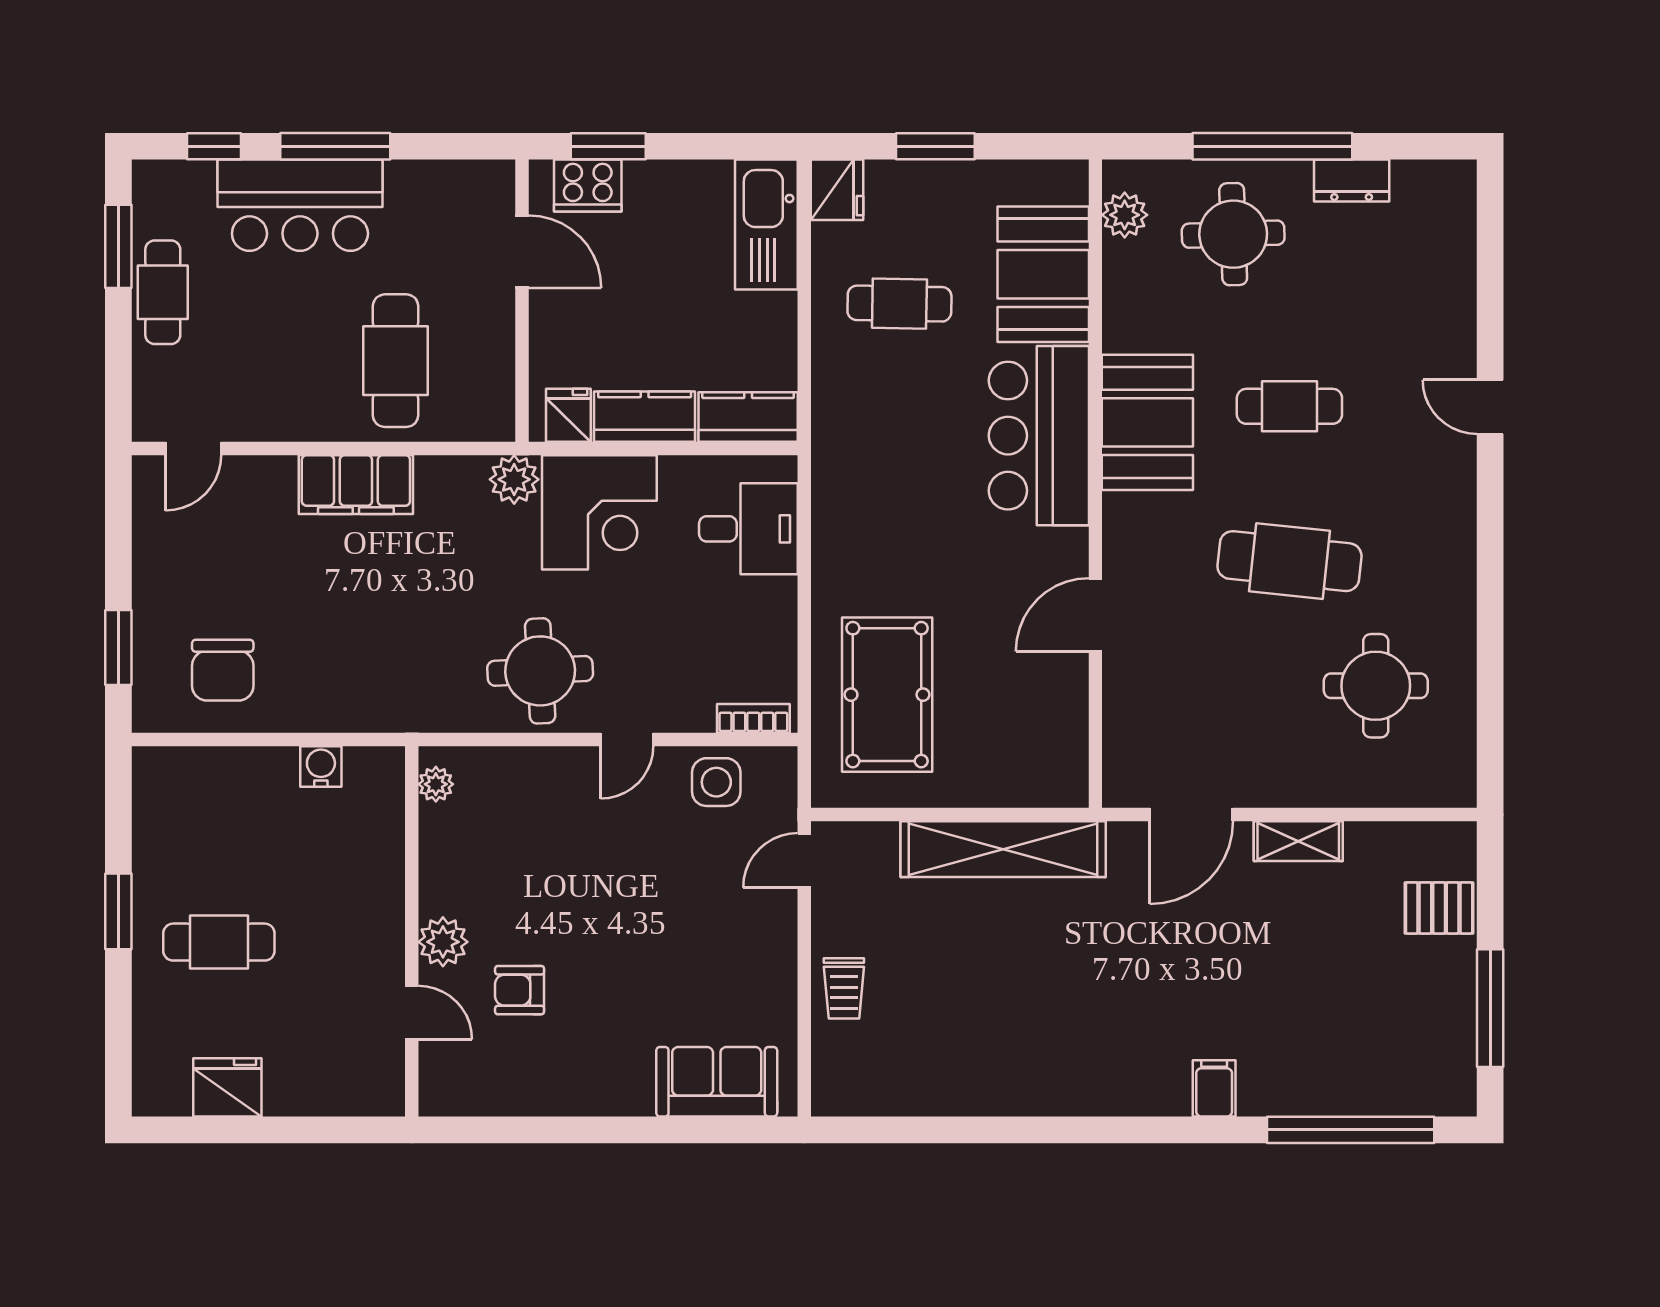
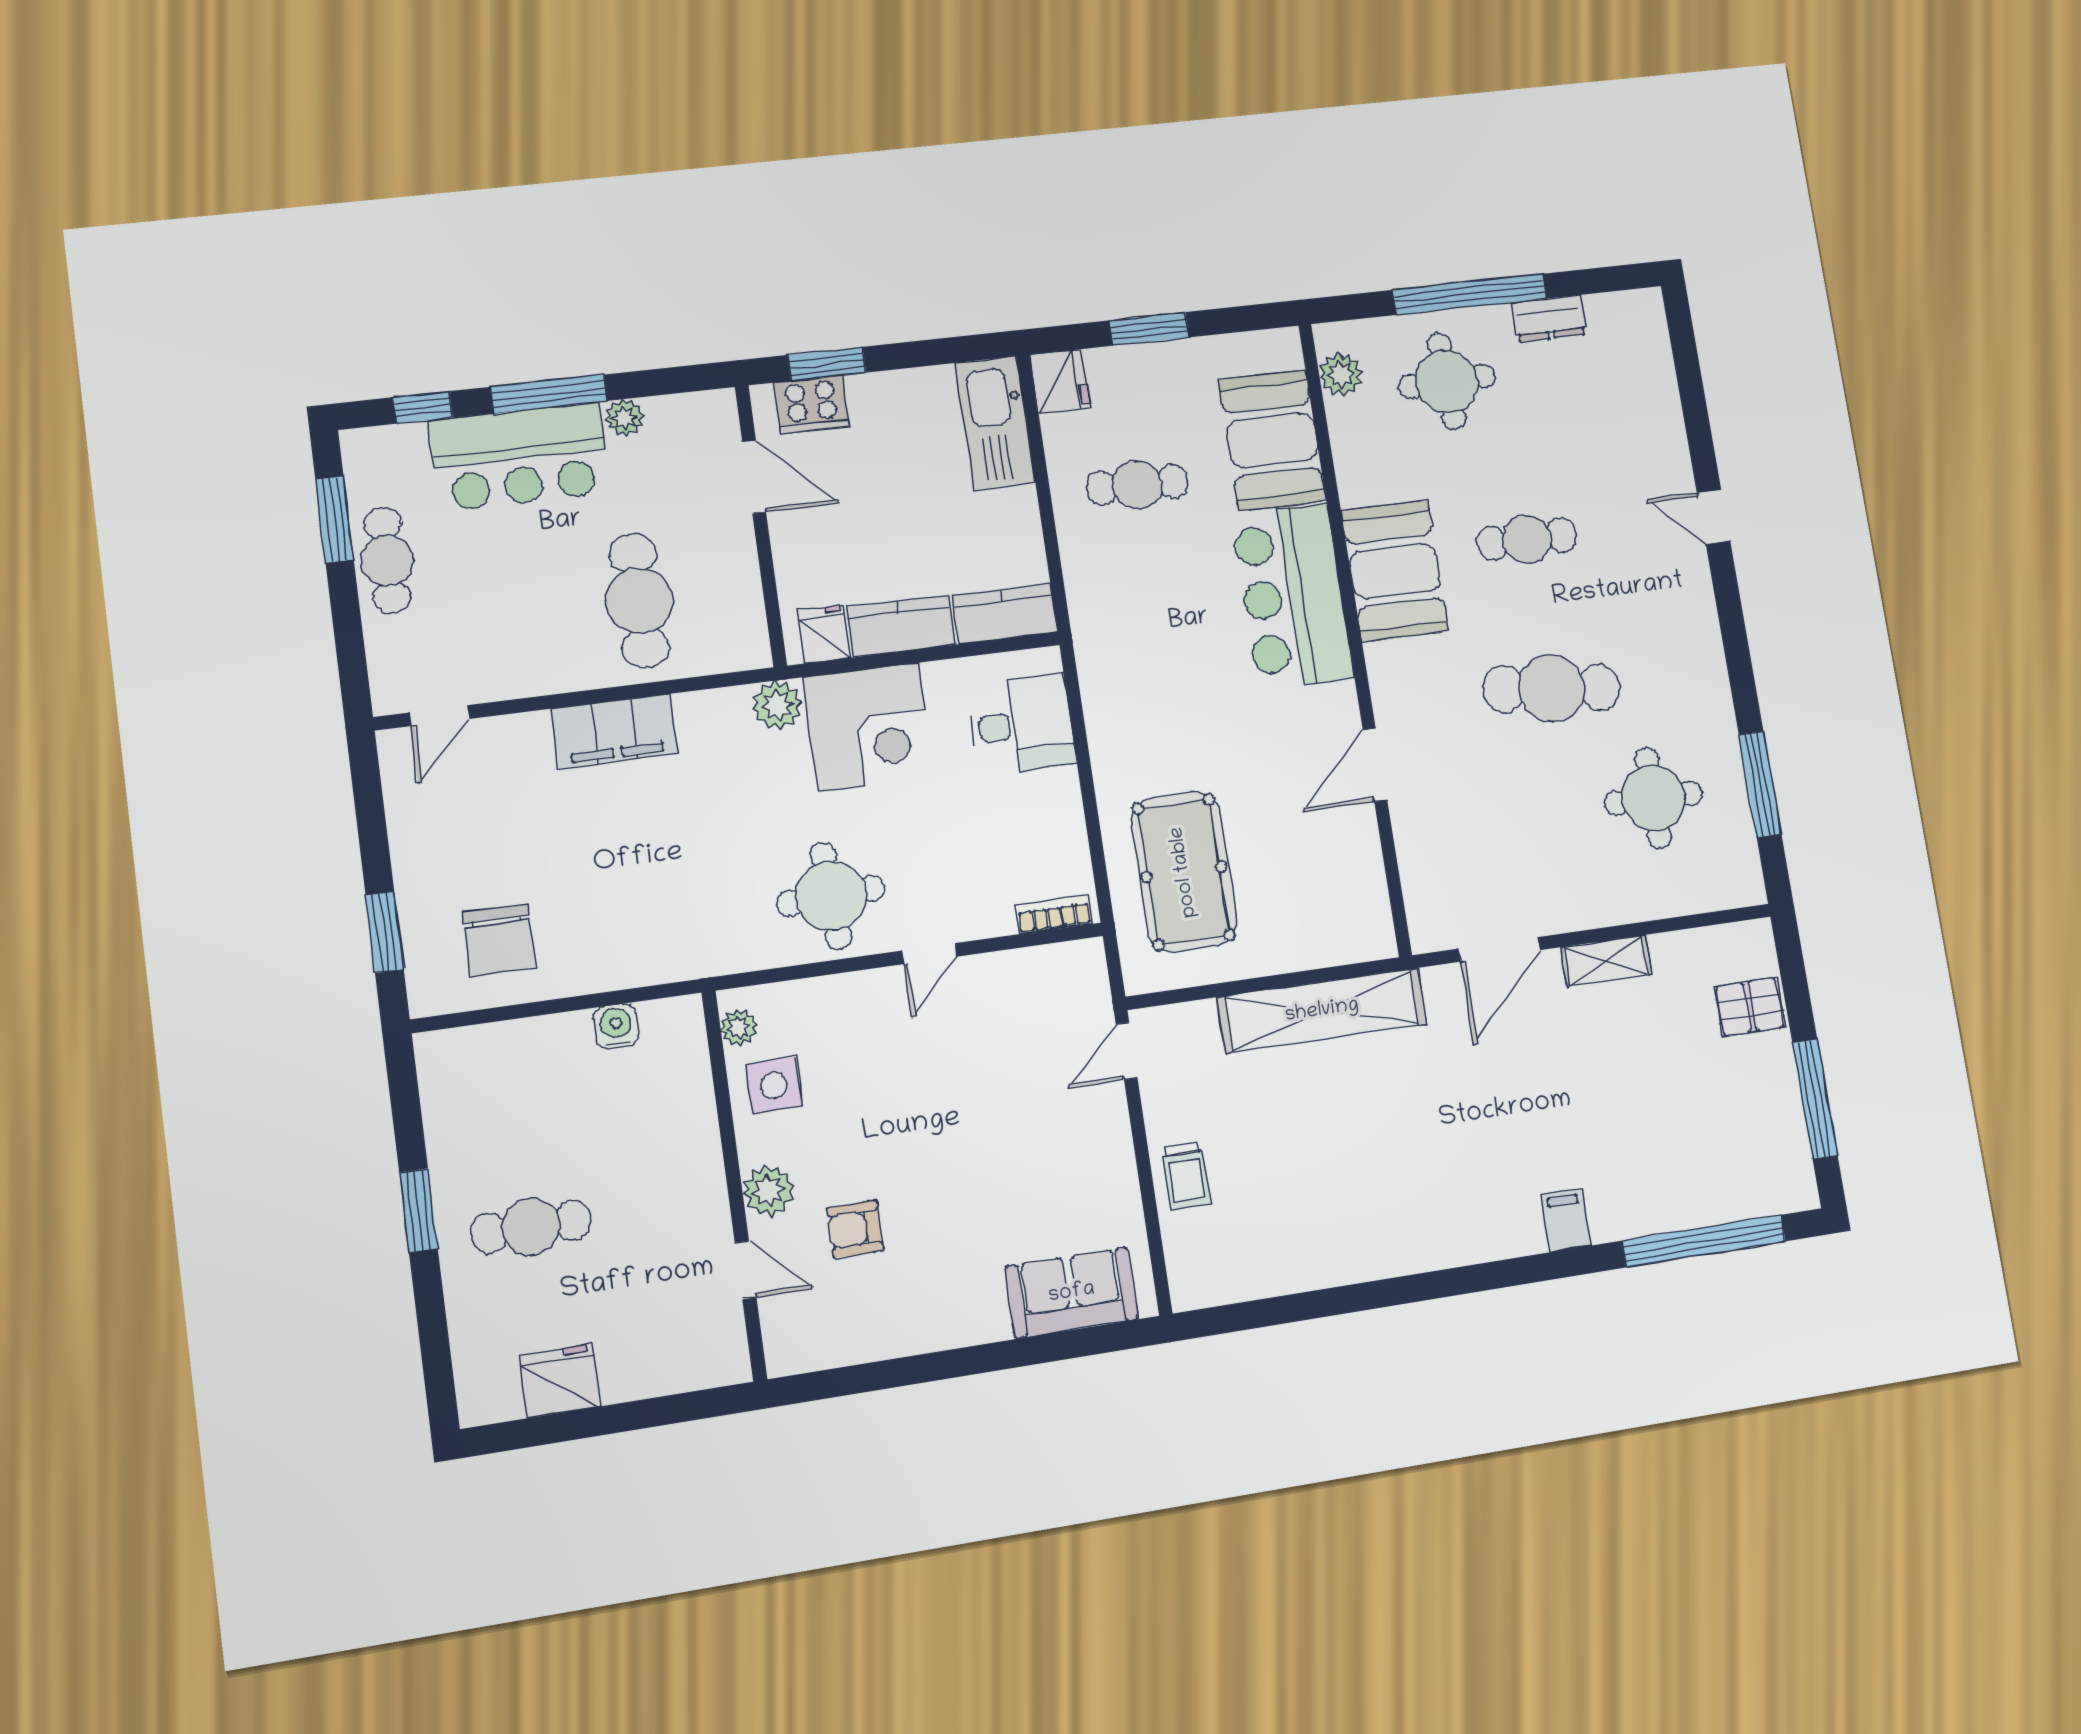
plant: (405, 178) -> (624, 418), added
window: (1490, 687) -> (1760, 784), added
side table: (716, 782) -> (774, 1085), moved

